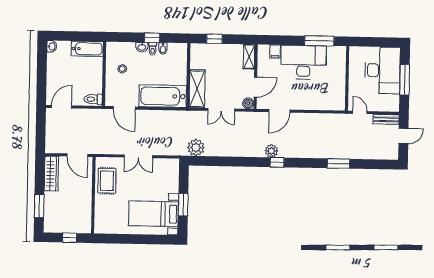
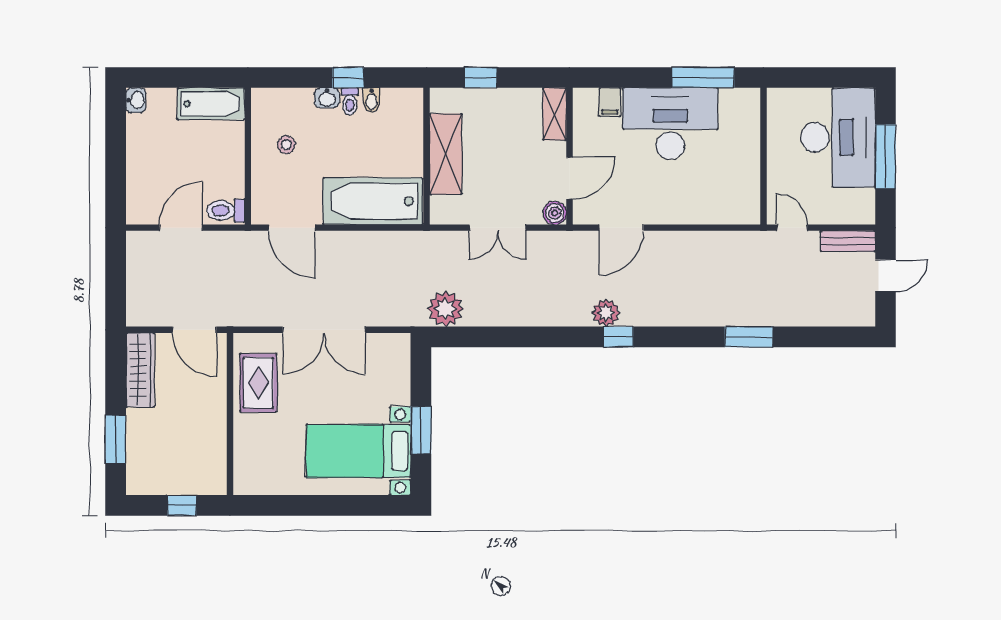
shelving: (197, 89) -> (446, 154), moved
door: (62, 107) -> (181, 228), moved
double door: (138, 156) -> (324, 330), width x1.37

